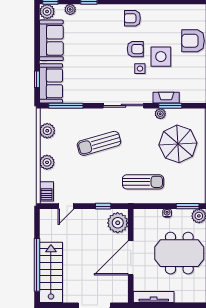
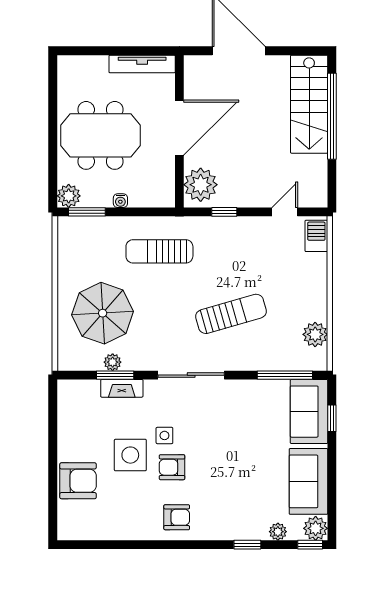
plant: (160, 114) -> (113, 362), moved
plant: (47, 162) -> (316, 283), removed

